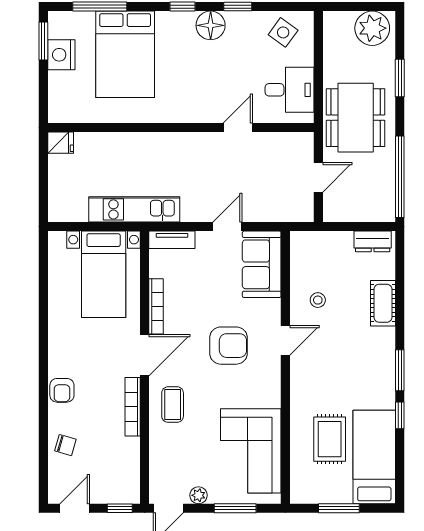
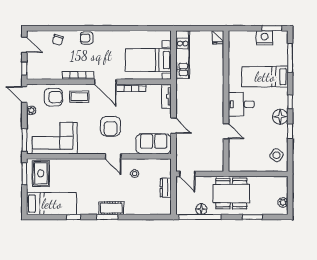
plant: (372, 28) -> (283, 202), width x0.53, depth x0.53
bed: (125, 54) -> (265, 77), width x0.67
desk: (290, 90) -> (241, 104), moved, turned 90
floor lamp: (385, 174) -> (201, 209), added
door: (318, 177) -> (187, 174), moved
kitchen unit: (134, 209) -> (183, 55), moved
dresser: (373, 241) -> (166, 188), moved
cot: (383, 303) -> (111, 208), moved
window: (400, 370) -> (107, 217), moved
rug: (330, 439) -> (41, 173), moved, turned 90
armchair: (174, 453) -> (53, 97), added
window: (235, 508) -> (24, 140), moved
window: (339, 508) -> (24, 174), moved

